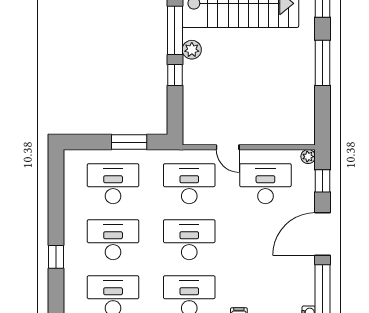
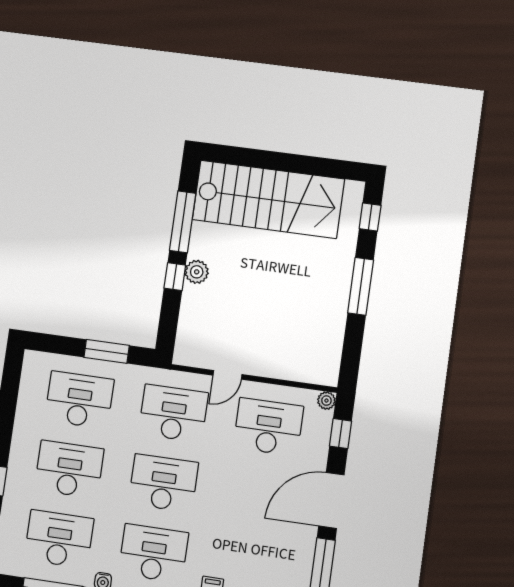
plant: (192, 50) -> (197, 272), moved
door: (228, 147) -> (227, 375), hinge flipped

